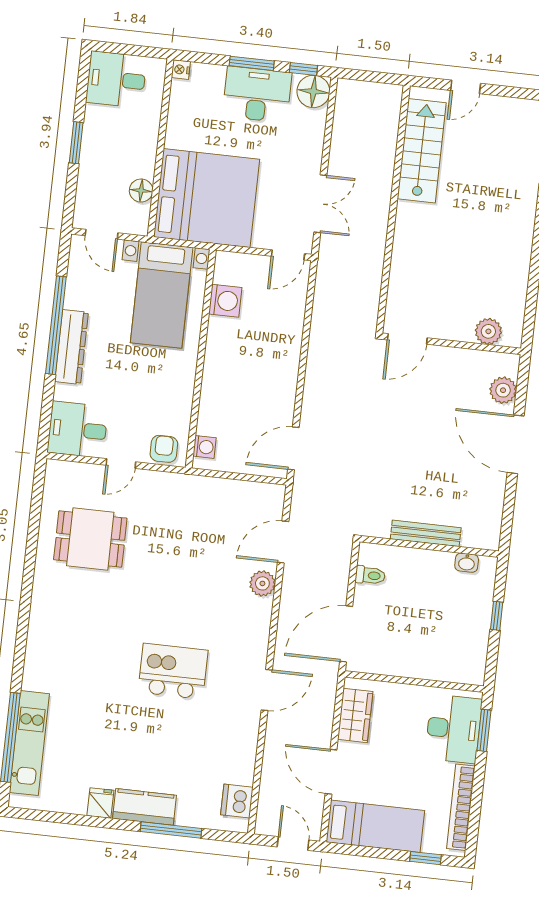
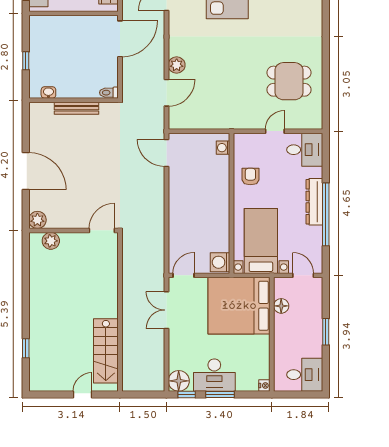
washing machine: (225, 301) -> (220, 262), moved
plant: (503, 390) -> (37, 220), moved
door: (293, 448) -> (166, 153), swing flipped
armchair: (164, 449) -> (250, 177), moved, turned 180
toilet: (370, 575) -> (109, 93), moved

